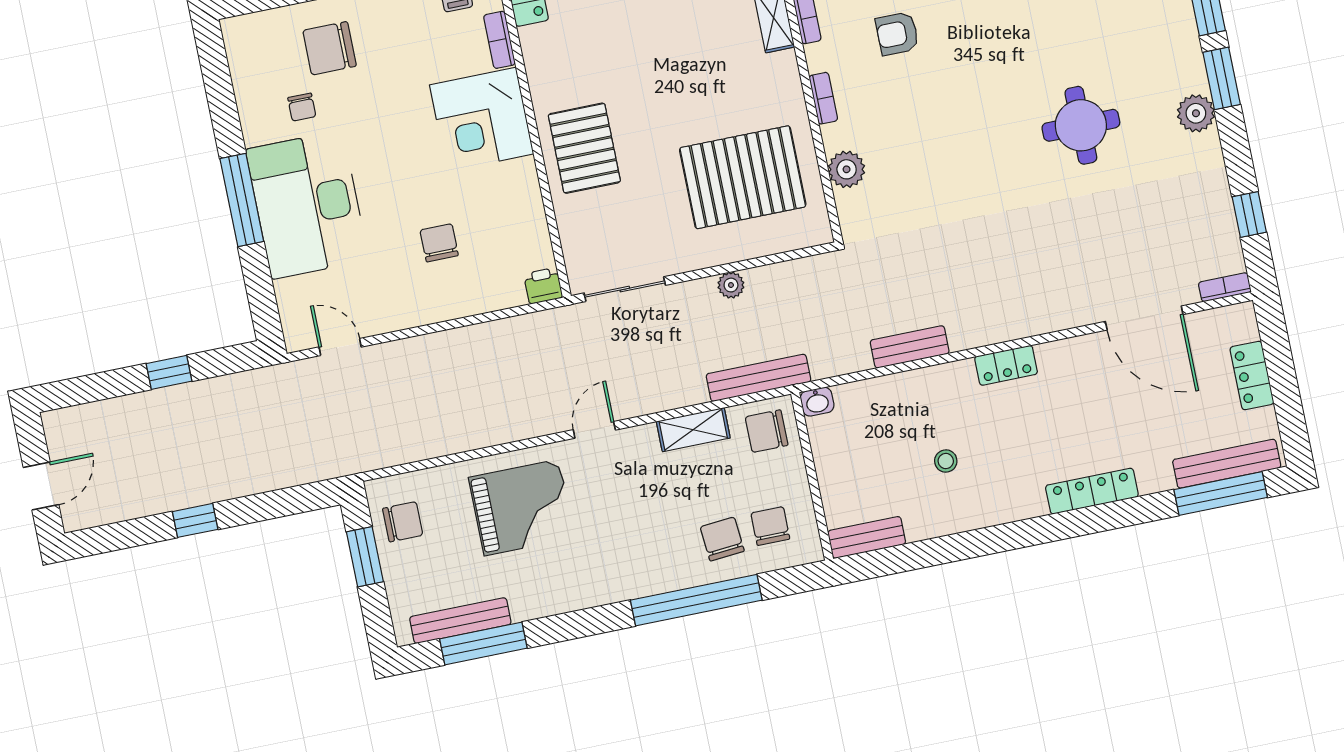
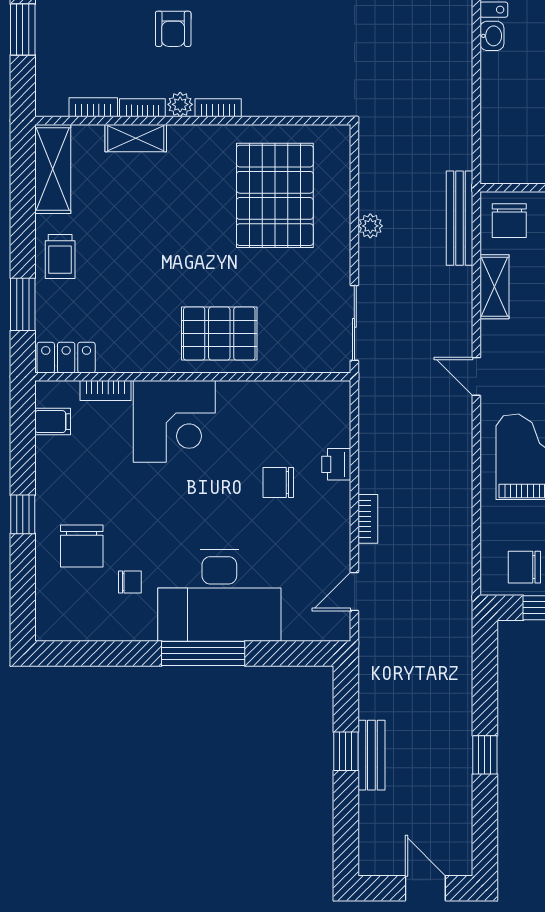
plant: (847, 169) -> (180, 104), moved, width x0.73, depth x0.73
printer: (543, 286) -> (336, 464), moved
bookcase: (420, 346) -> (368, 519), added
bench: (910, 347) -> (371, 755), moved
washbasin: (817, 402) -> (492, 36), moved
chair: (403, 522) -> (524, 567), turned -90

